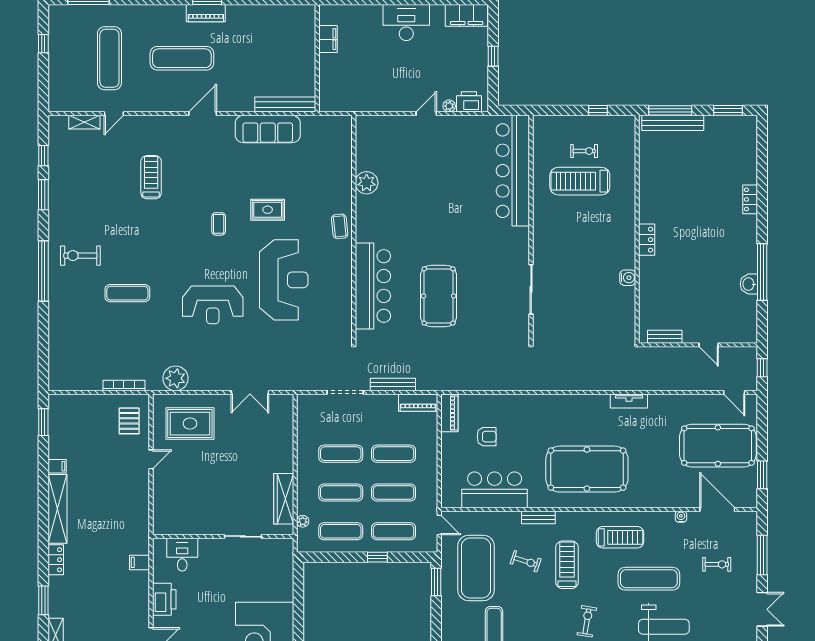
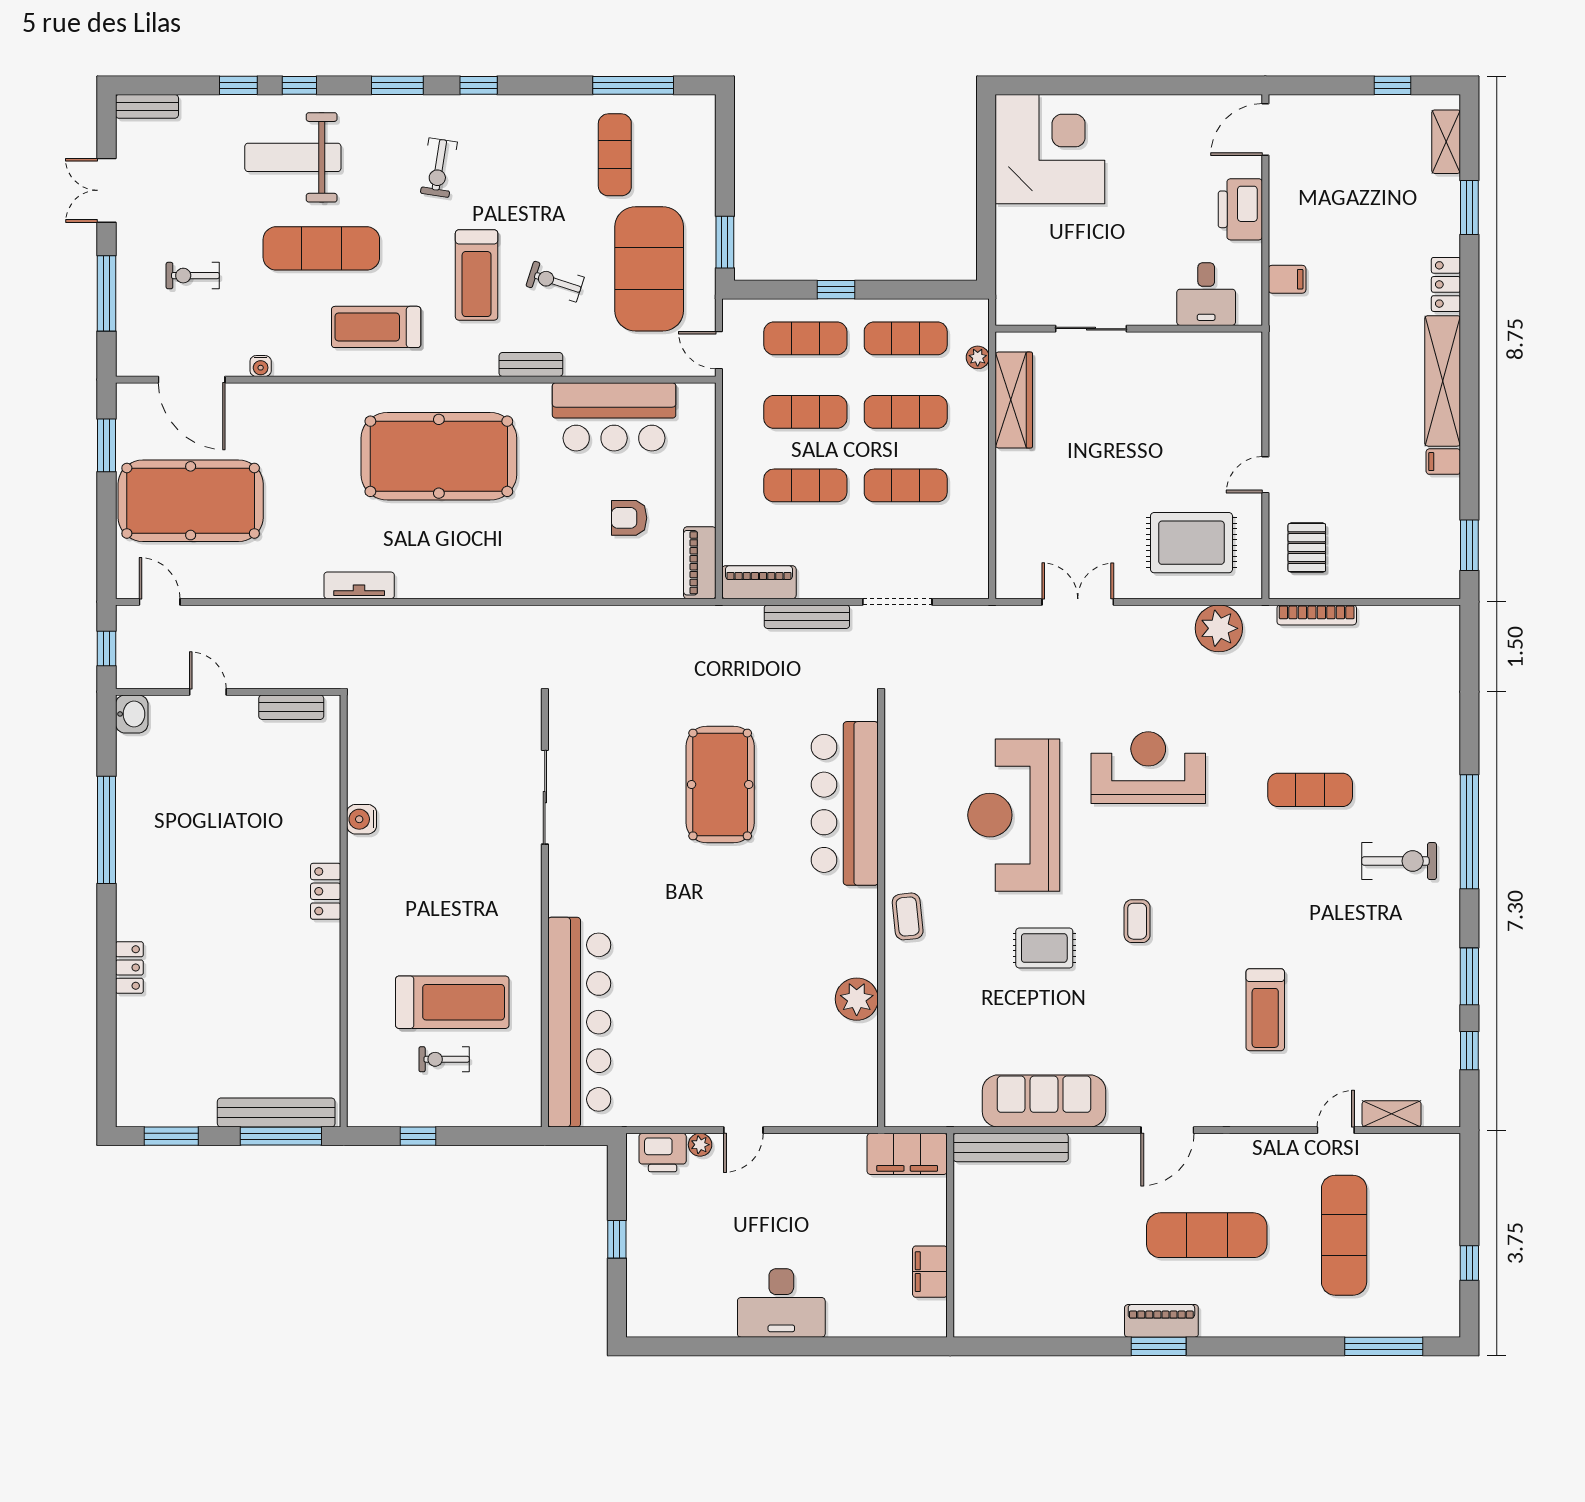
filing cabinet: (467, 15) -> (907, 1154), moved, turned 180
washbasin: (749, 284) -> (132, 714), moved

